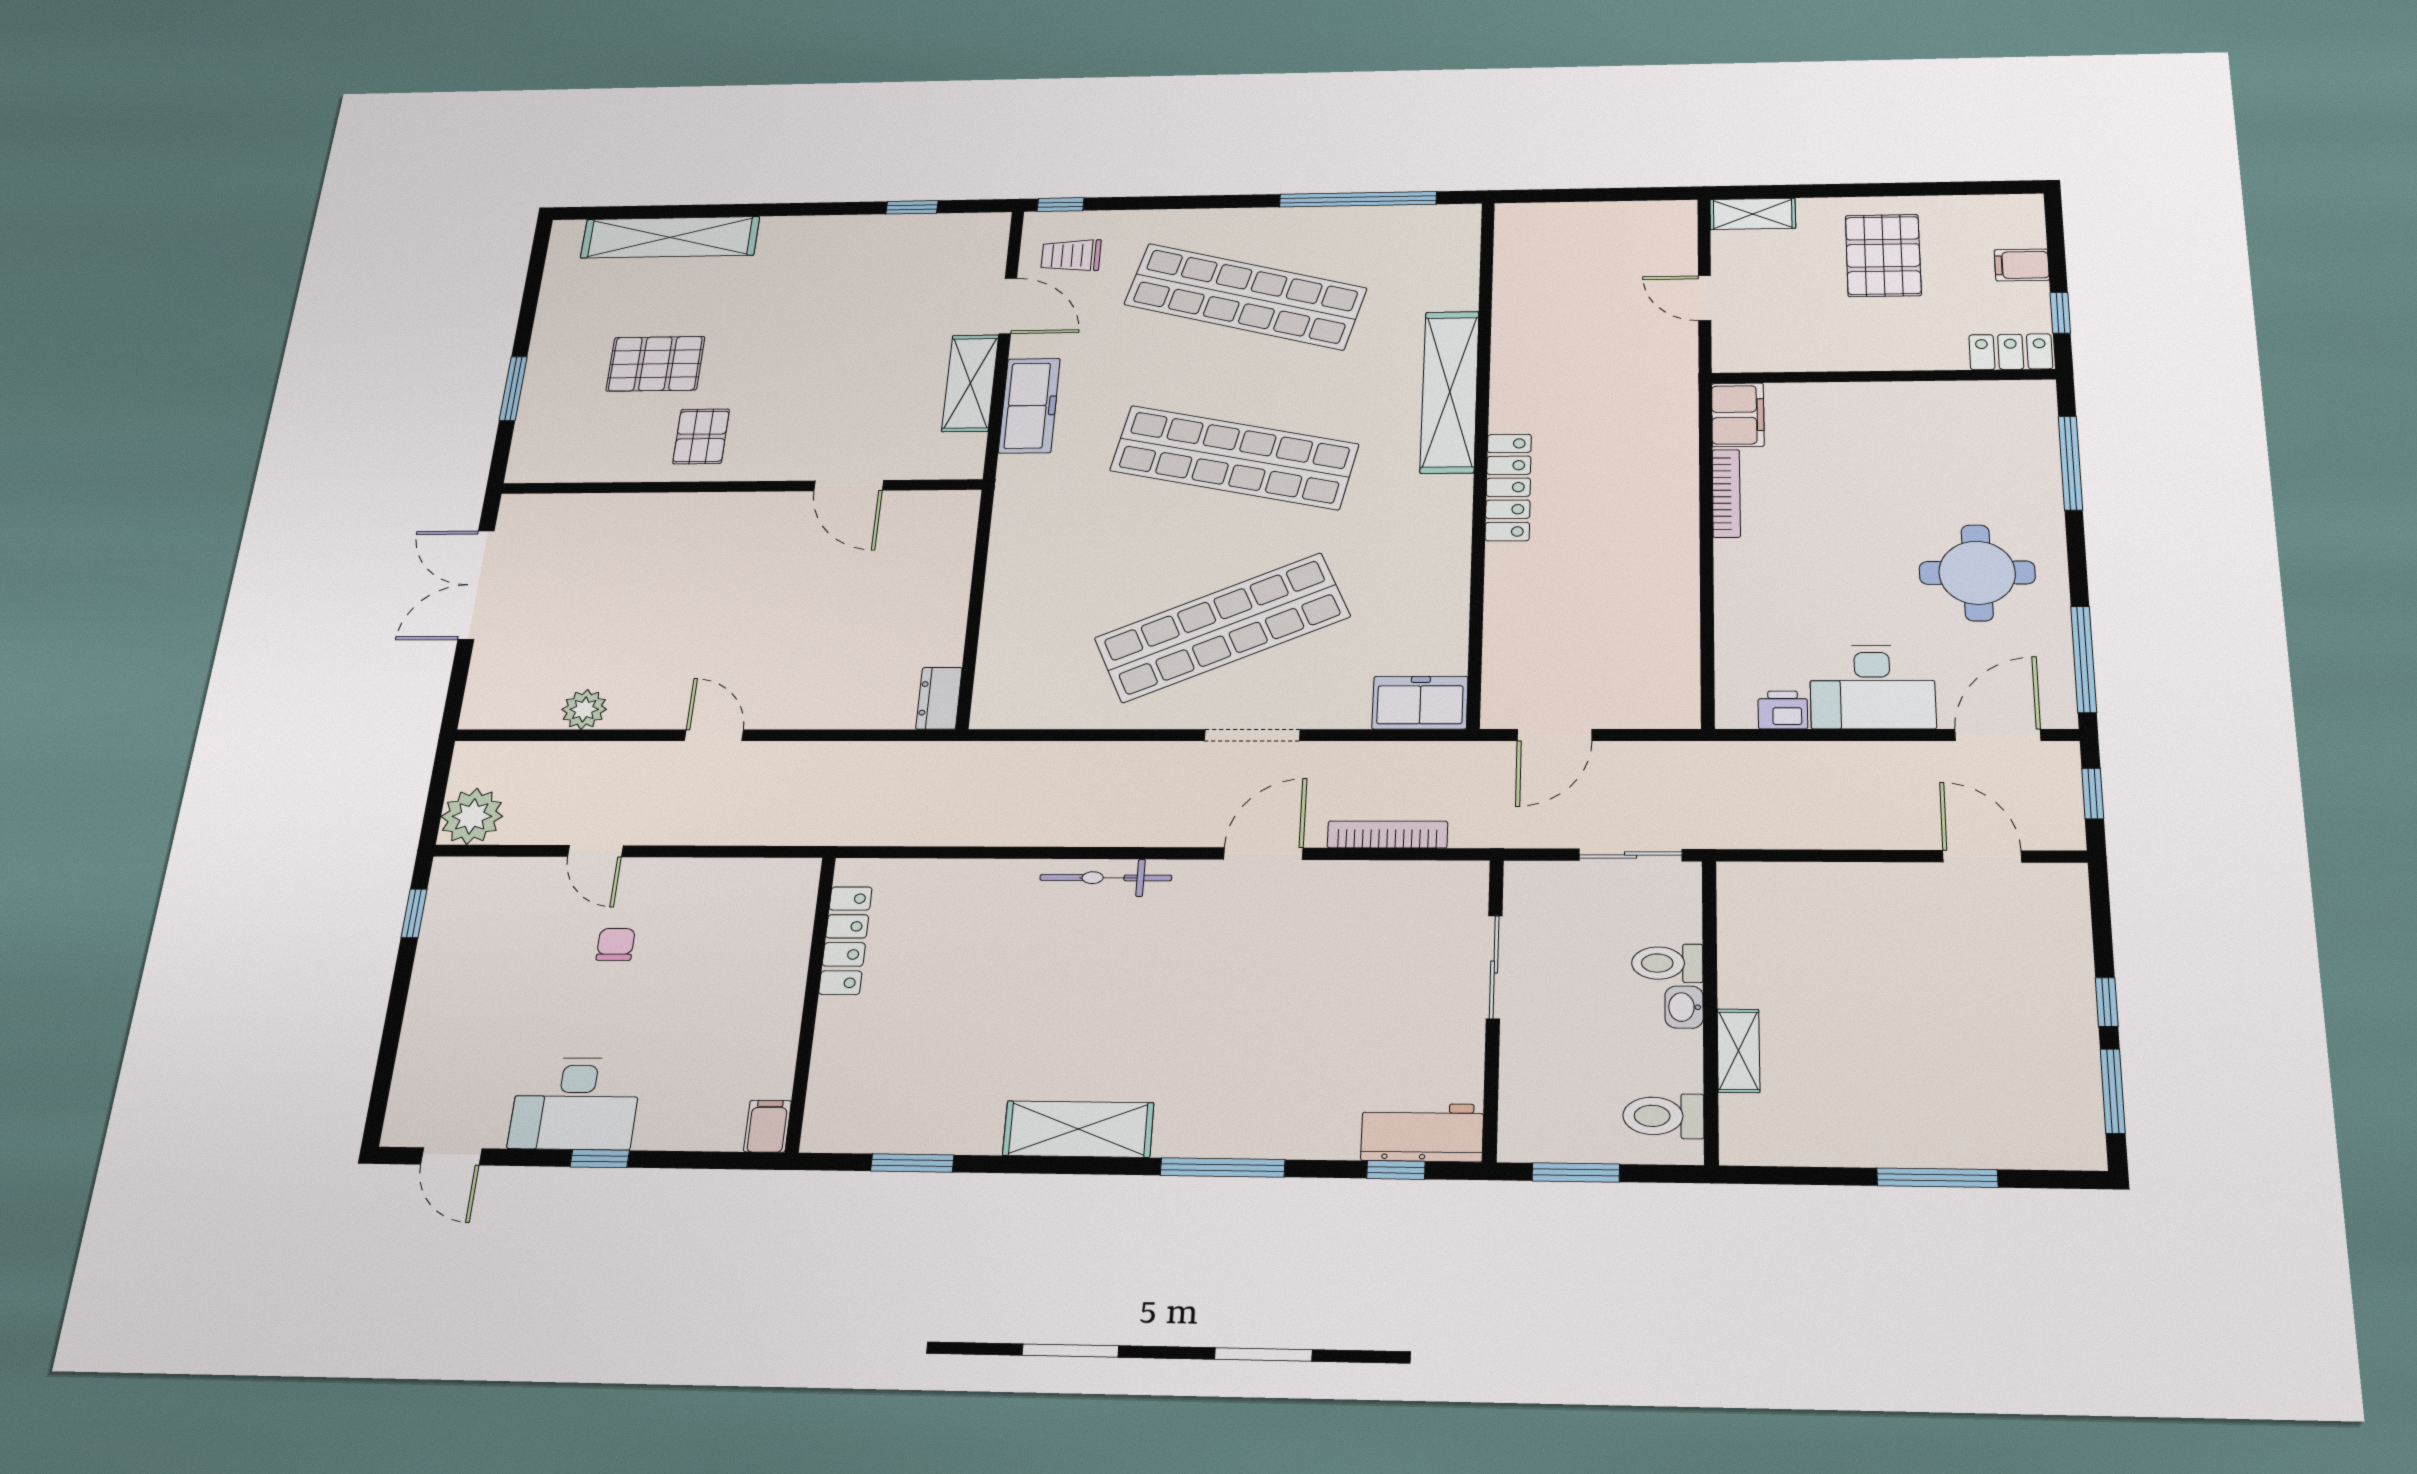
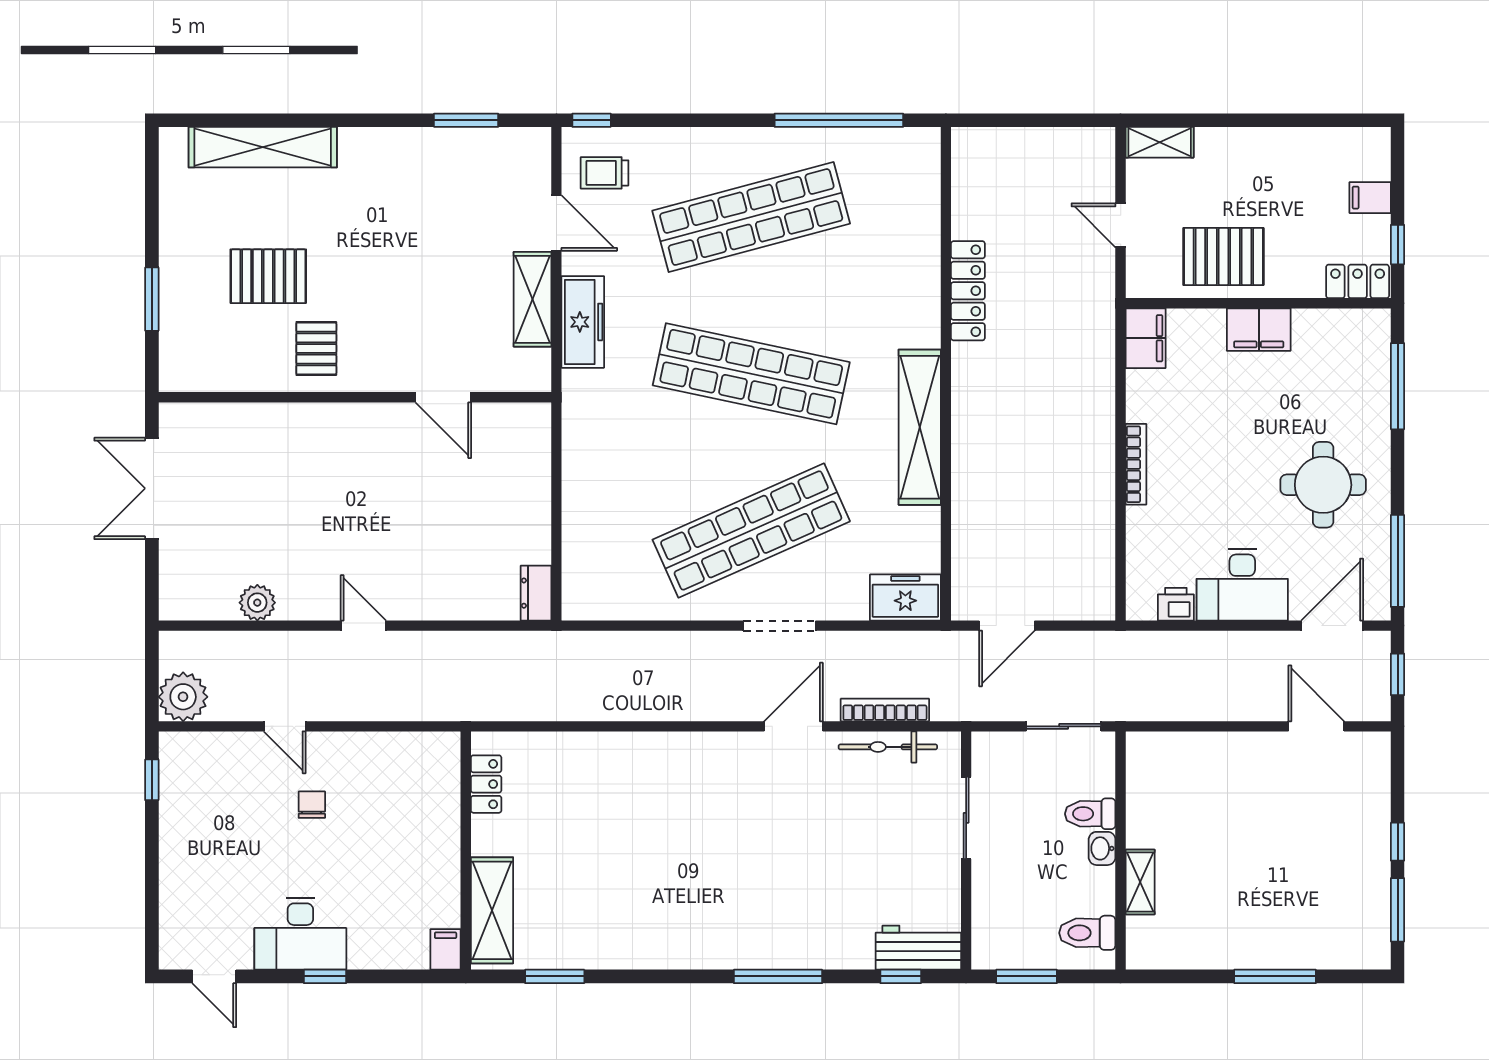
window: (912, 207) -> (466, 120), width x1.50
pallet: (1883, 255) -> (1223, 256), moved, turned 90
shop shelf: (1245, 296) -> (751, 217), turned -30
shelving: (1450, 392) -> (920, 427), moved
filing cabinet: (1884, 404) -> (1259, 330), added
locker: (1508, 487) -> (968, 291), moved
bookcase: (1726, 493) -> (1136, 464), moved
bicycle: (1106, 878) -> (888, 747), moved
locker: (845, 940) -> (486, 784), width x0.66
shelving: (1078, 1129) -> (492, 910), moved, turned 90

